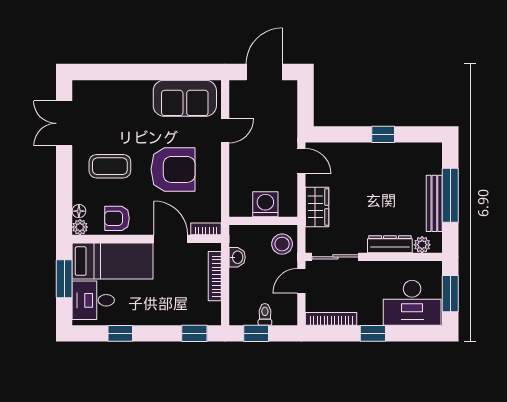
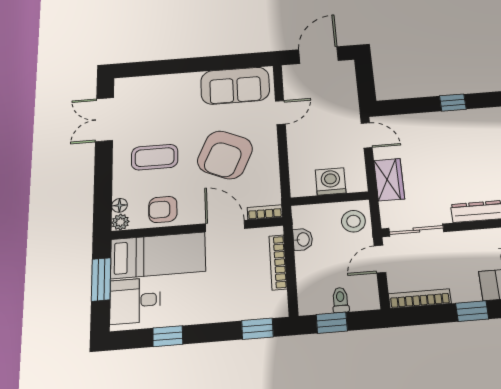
armchair: (173, 169) -> (225, 155), turned 114

